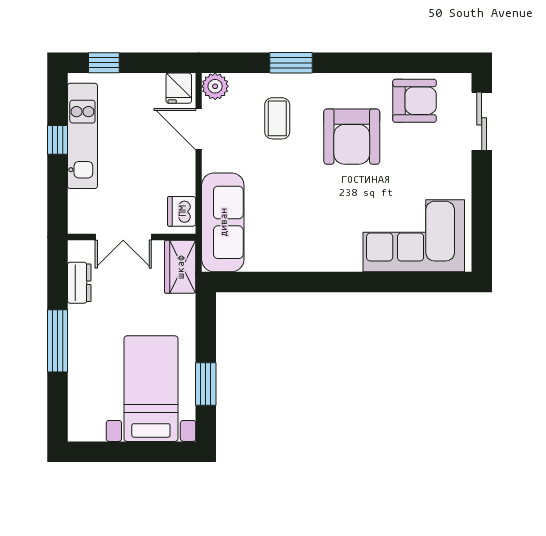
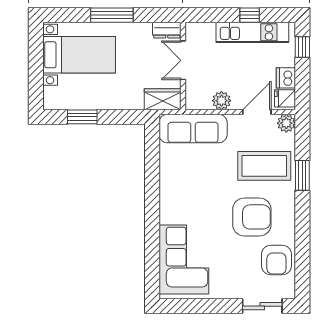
coffee table: (277, 118) -> (264, 166), width x1.86, depth x1.72
armchair: (352, 137) -> (252, 217), turned 180
plant: (182, 181) -> (221, 101), added
dishwasher: (182, 211) -> (286, 78), moved, turned -90
dresser: (79, 283) -> (167, 30), moved
bed with nightstands: (151, 389) -> (79, 55), moved

